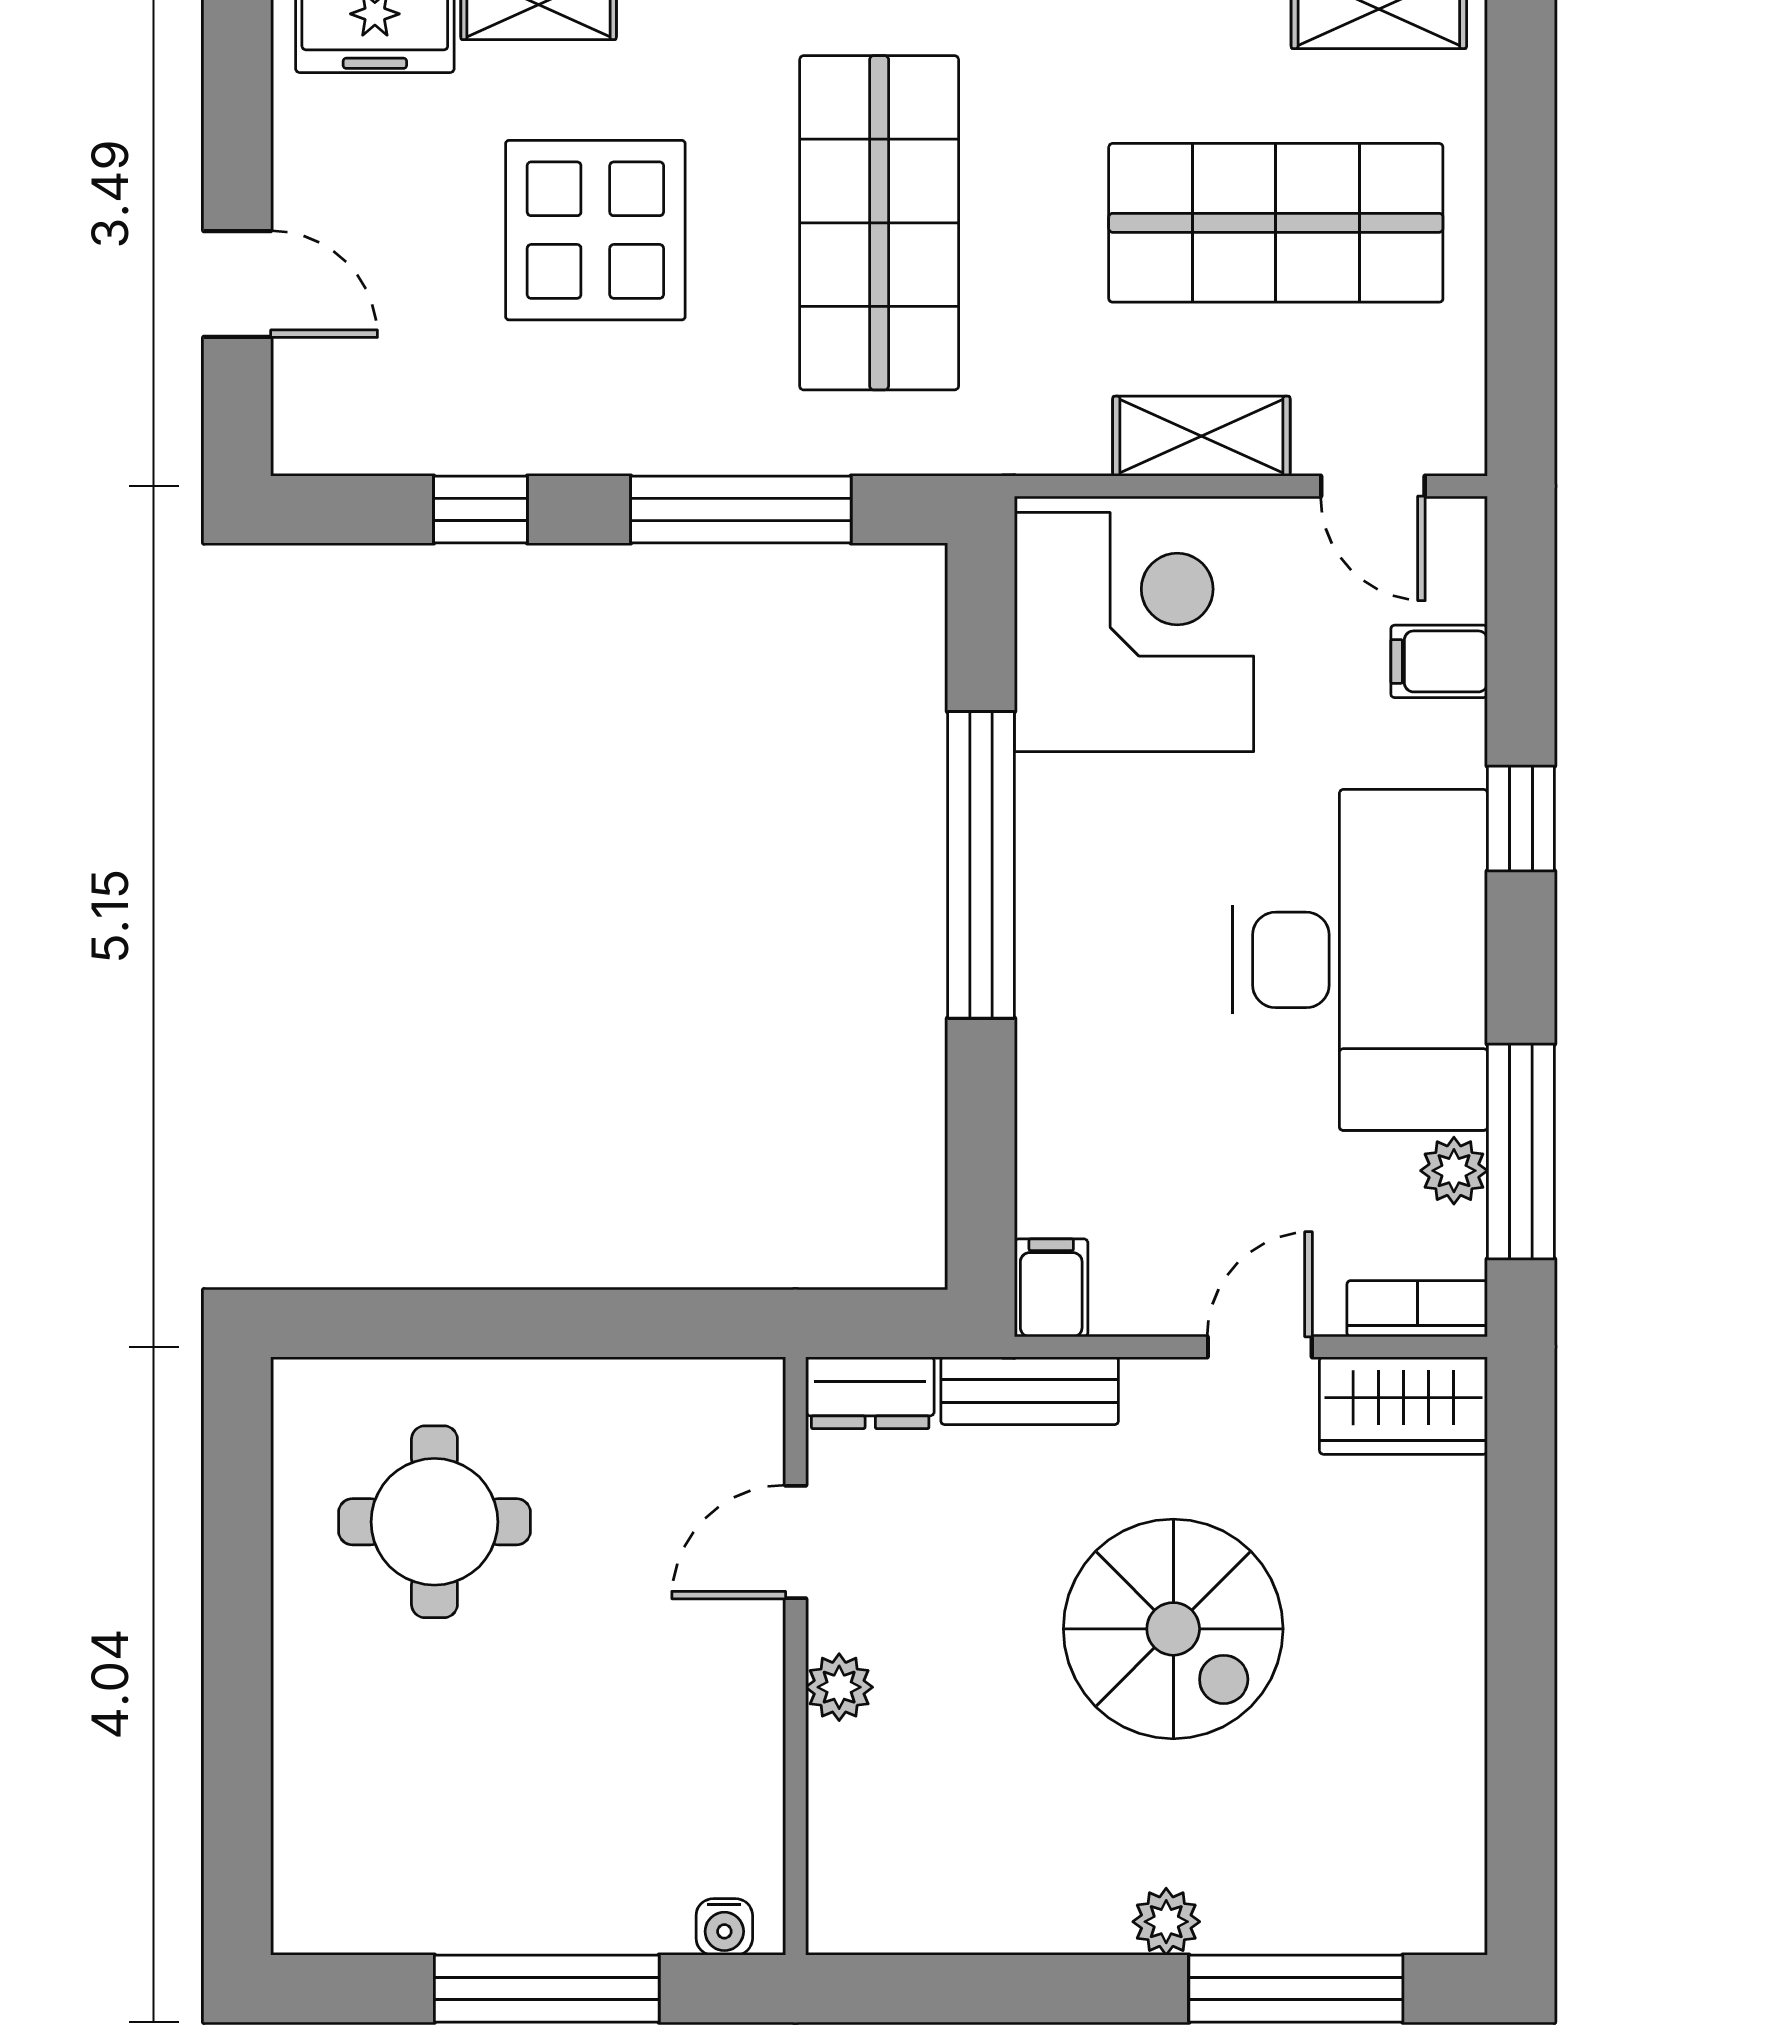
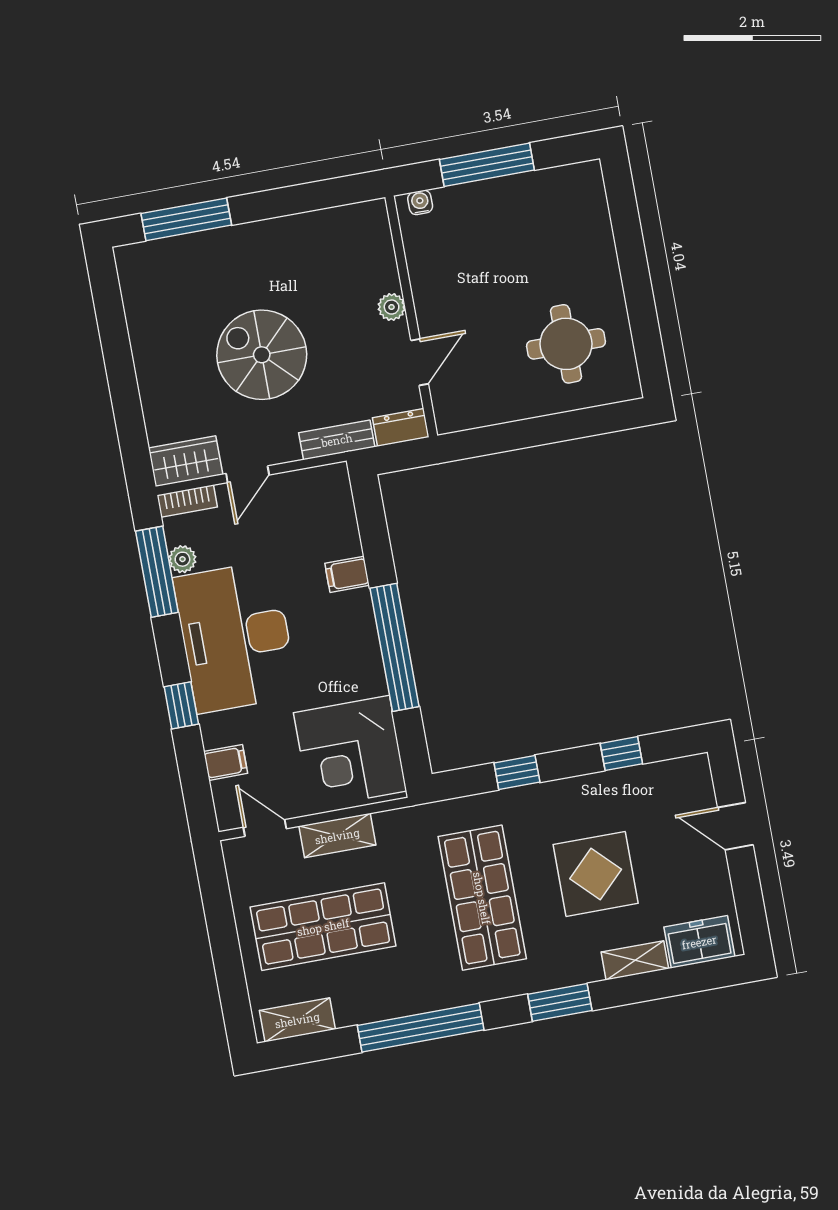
window: (741, 509) -> (517, 772), width x0.46
filing cabinet: (1051, 1288) -> (347, 574), moved, turned 90
plant: (1166, 1922) -> (243, 237), removed

